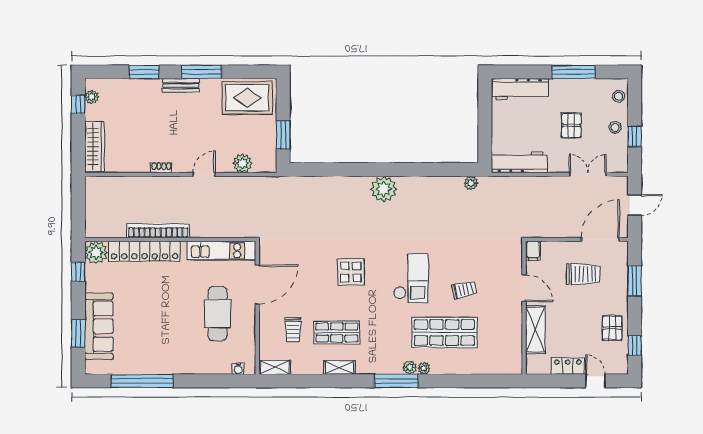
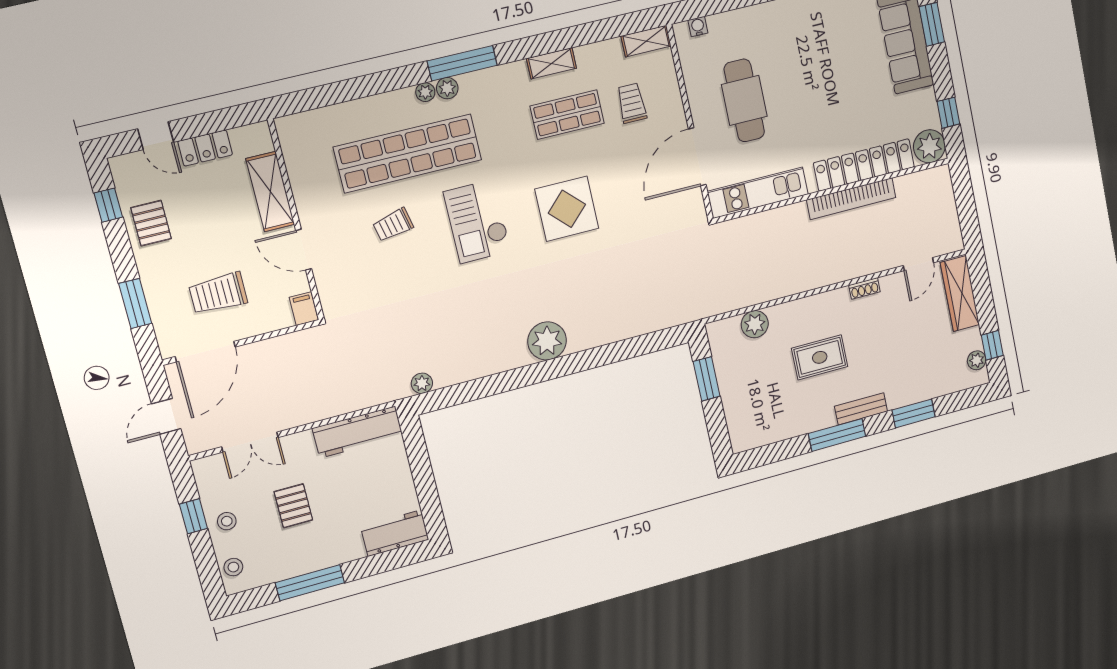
workbench: (520, 89) -> (395, 533), width x0.73
rug: (247, 98) -> (820, 357), moved, width x0.73, depth x0.70
door: (204, 174) -> (918, 264), moved
display table: (351, 272) -> (567, 209), width x1.36, depth x1.36
shop shelf: (444, 332) -> (408, 153), width x1.40

